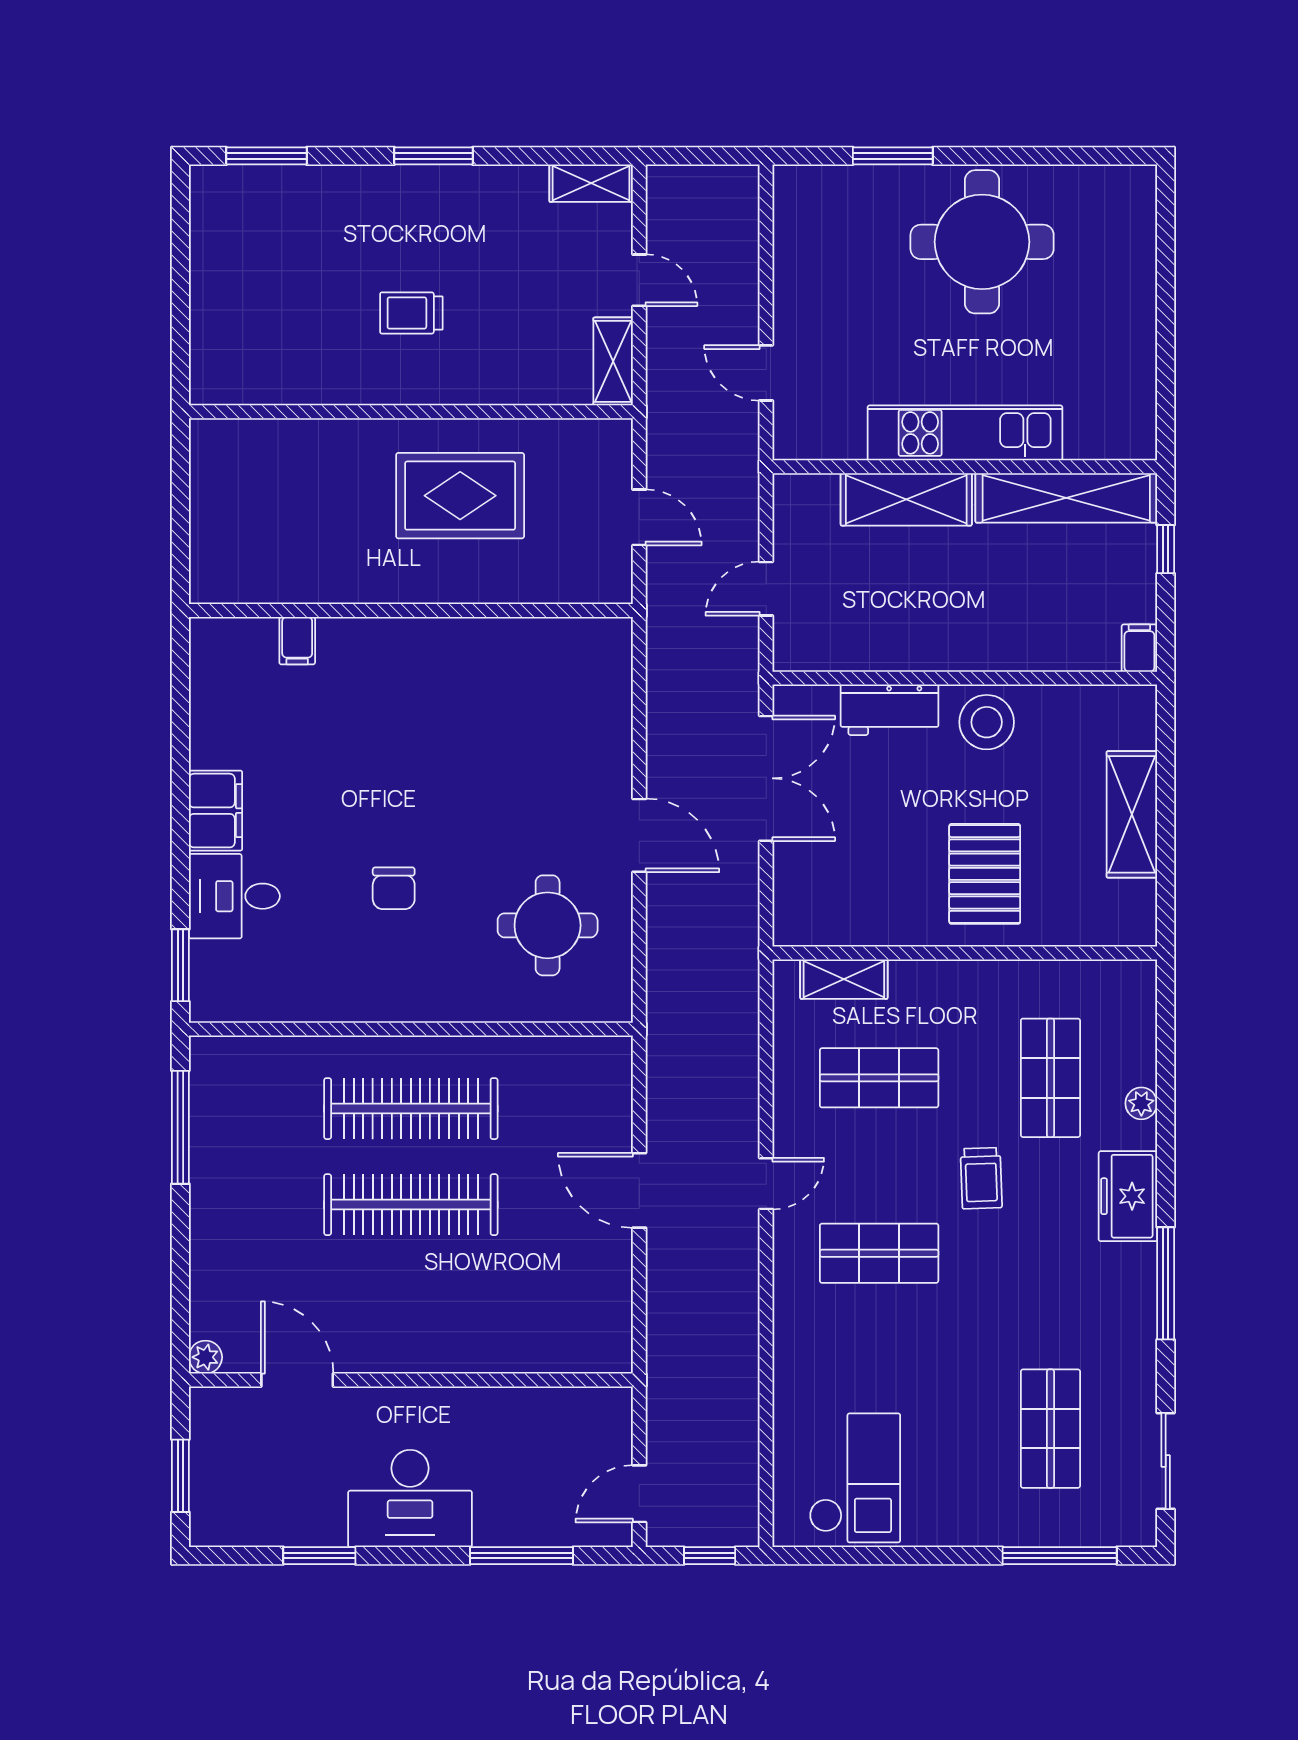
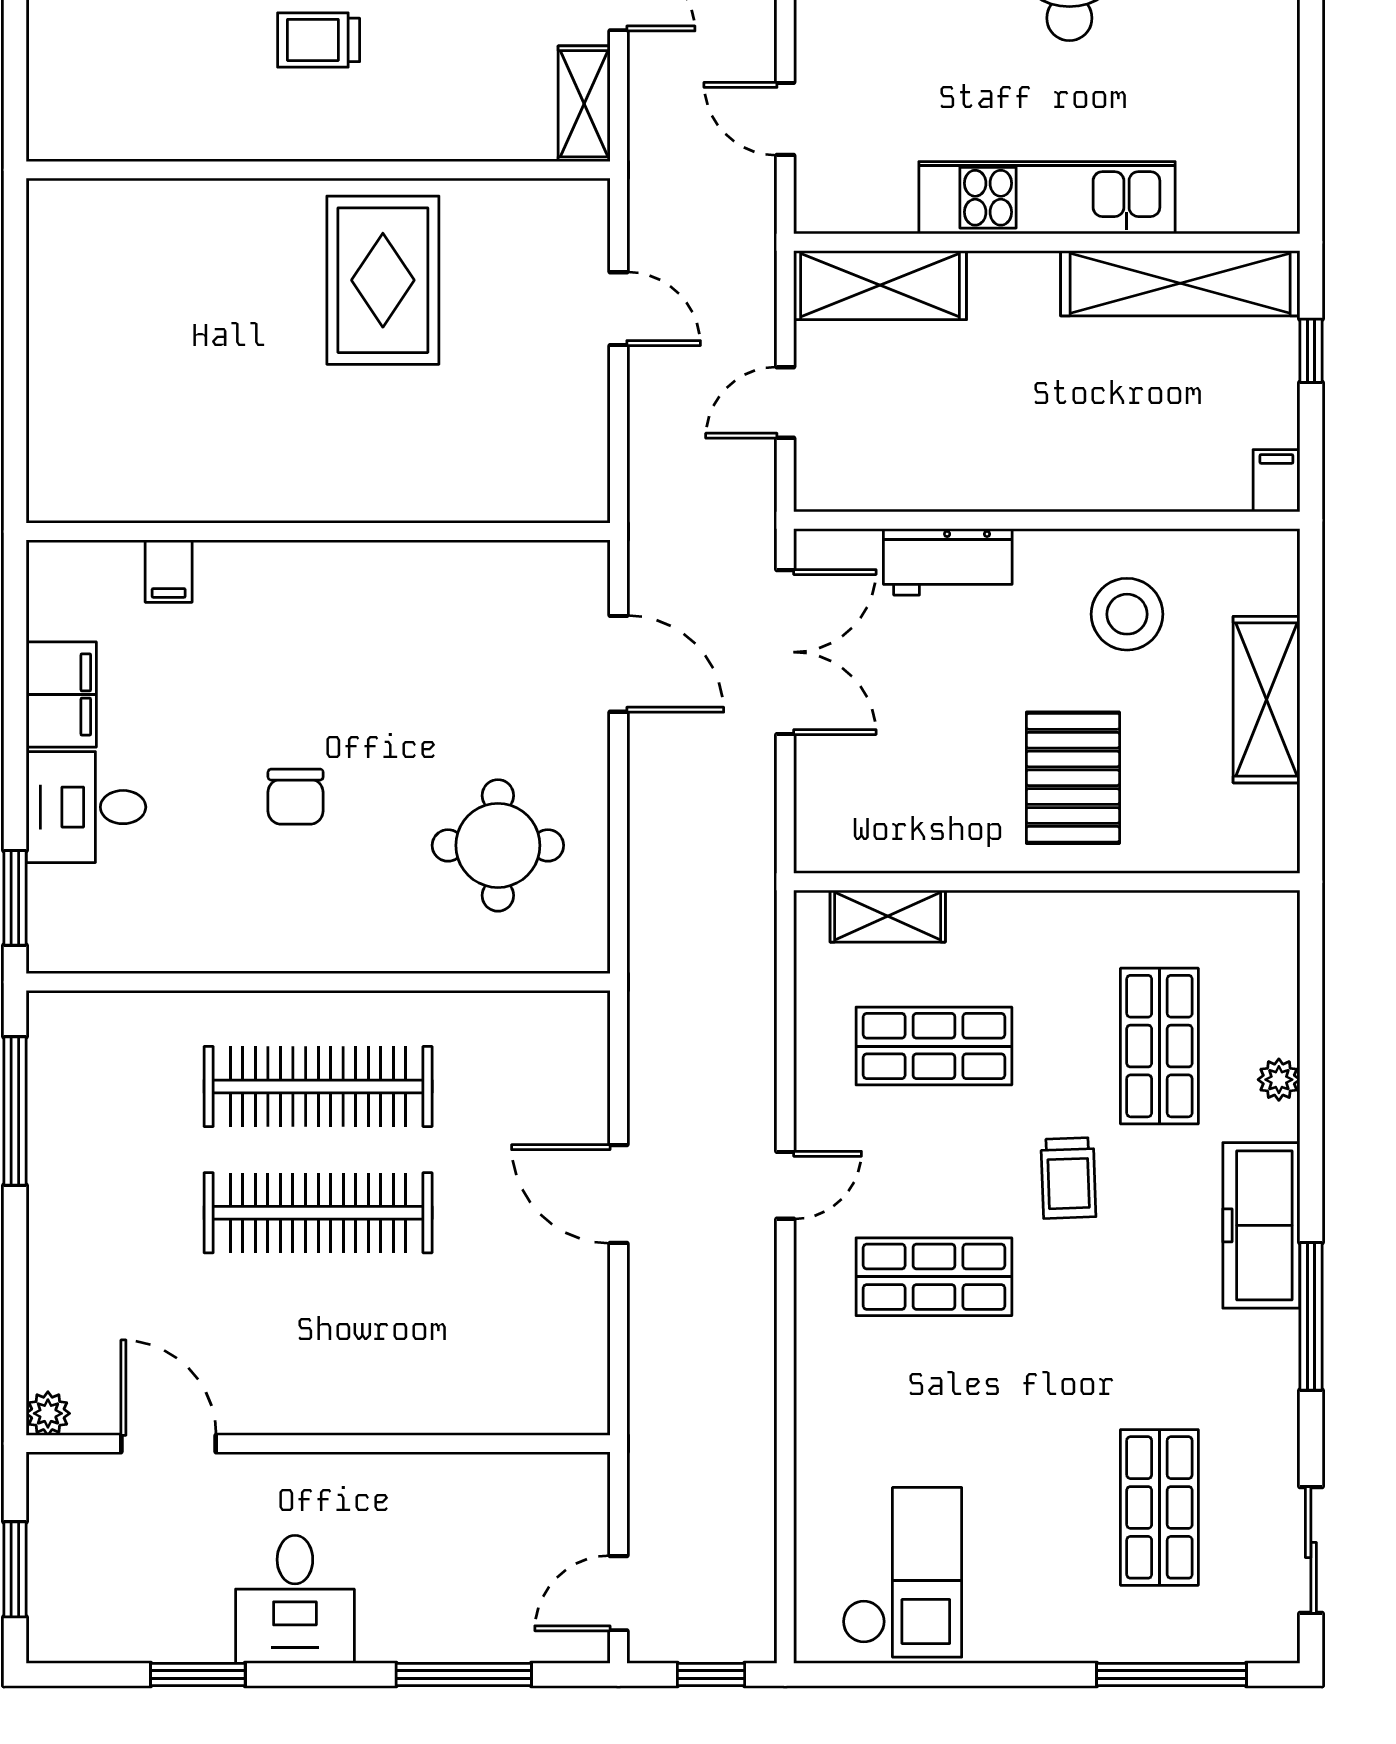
rug: (460, 496) -> (383, 280), turned 90
shelving: (906, 499) -> (880, 285), moved
wall: (411, 610) -> (318, 531), moved
filing cabinet: (297, 641) -> (169, 571), moved
stool: (987, 722) -> (1127, 614), moved
door: (639, 835) -> (618, 664), moved
freezer: (1128, 1196) -> (1261, 1225), width x1.40
desk: (410, 1498) -> (295, 1599), width x0.73

